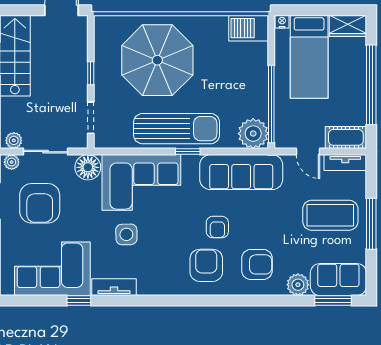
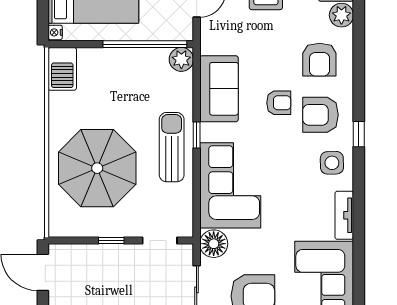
sun lounger: (177, 129) -> (172, 147), width x0.73, depth x0.75
plant: (253, 134) -> (181, 59), width x0.73, depth x0.73
sofa: (241, 172) -> (219, 89), width x0.73
side table: (126, 234) -> (332, 163), moved
armchair: (257, 264) -> (319, 60), turned 180
window: (79, 301) -> (359, 134), moved

